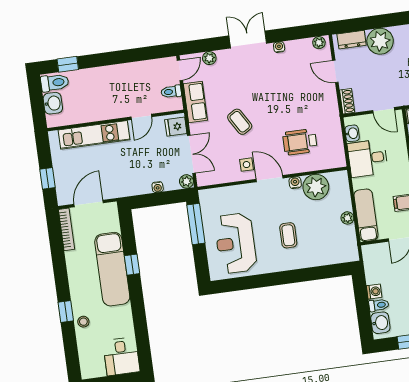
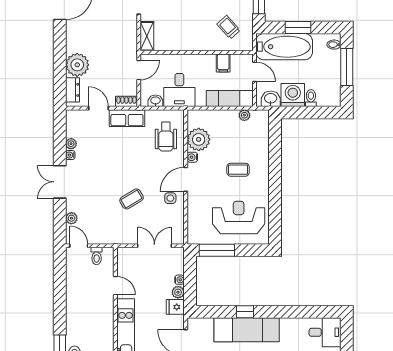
plant: (319, 43) -> (71, 144), moved
door: (335, 71) -> (99, 108), swing flipped
row of seats: (195, 102) -> (127, 118), moved, turned 180
fridge: (176, 127) -> (175, 307), moved, turned 90
wheelchair: (300, 142) -> (166, 137), moved
plant: (186, 181) -> (178, 292), moved
plant: (347, 218) -> (244, 115), moved
reception desk: (236, 243) -> (239, 217), turned 180
washing machine: (374, 292) -> (293, 95), width x1.89, depth x1.89
washbasin: (380, 323) -> (271, 99), moved

